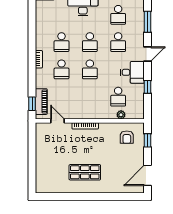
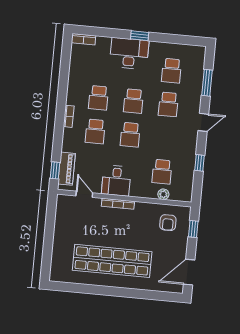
desk: (132, 72) -> (116, 181), moved, turned 90
shop shelf: (85, 172) -> (112, 261), width x2.00, depth x1.36

